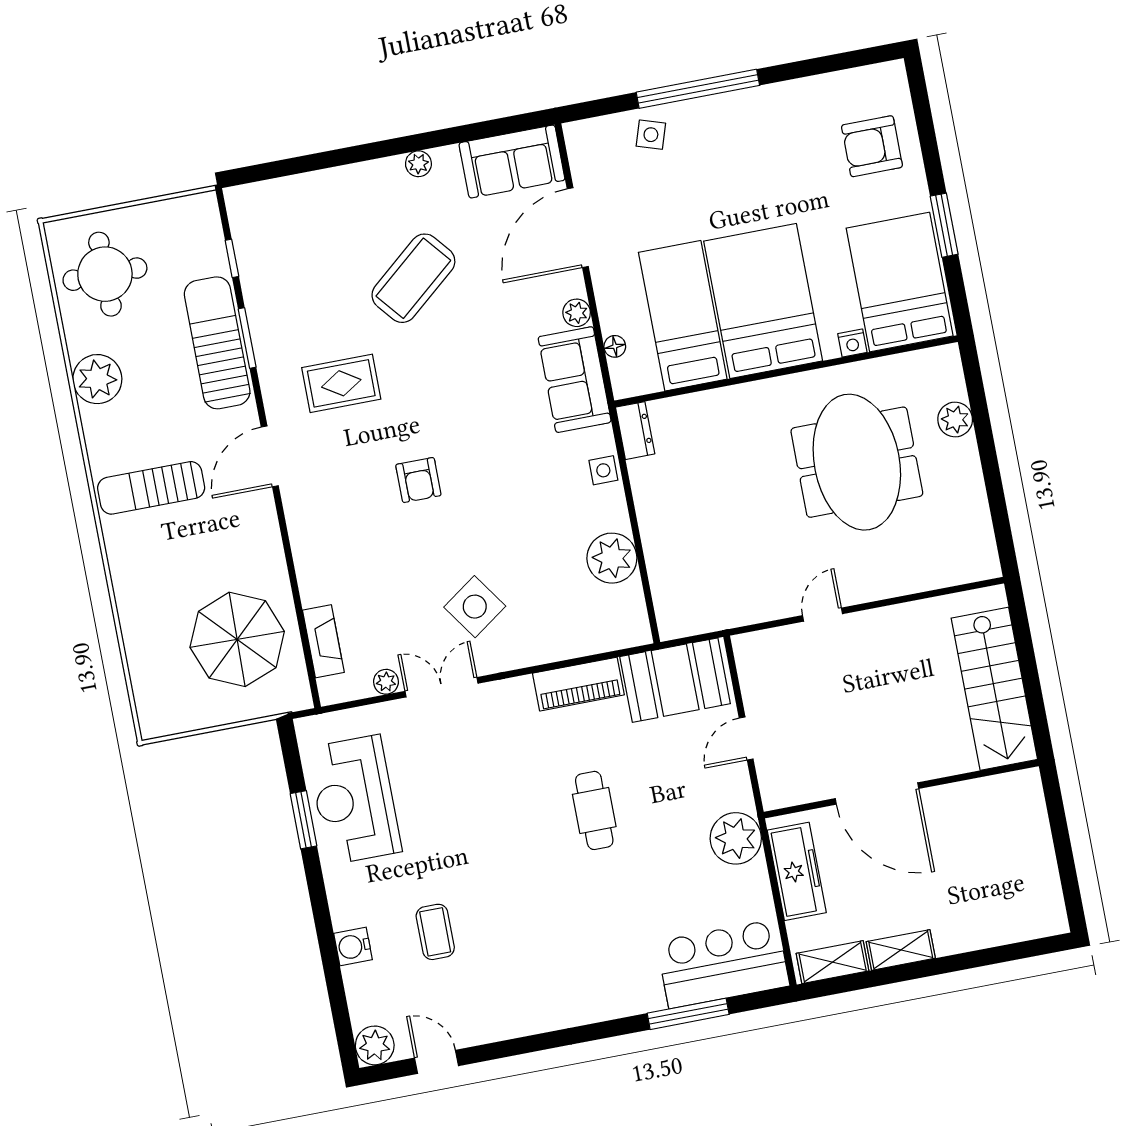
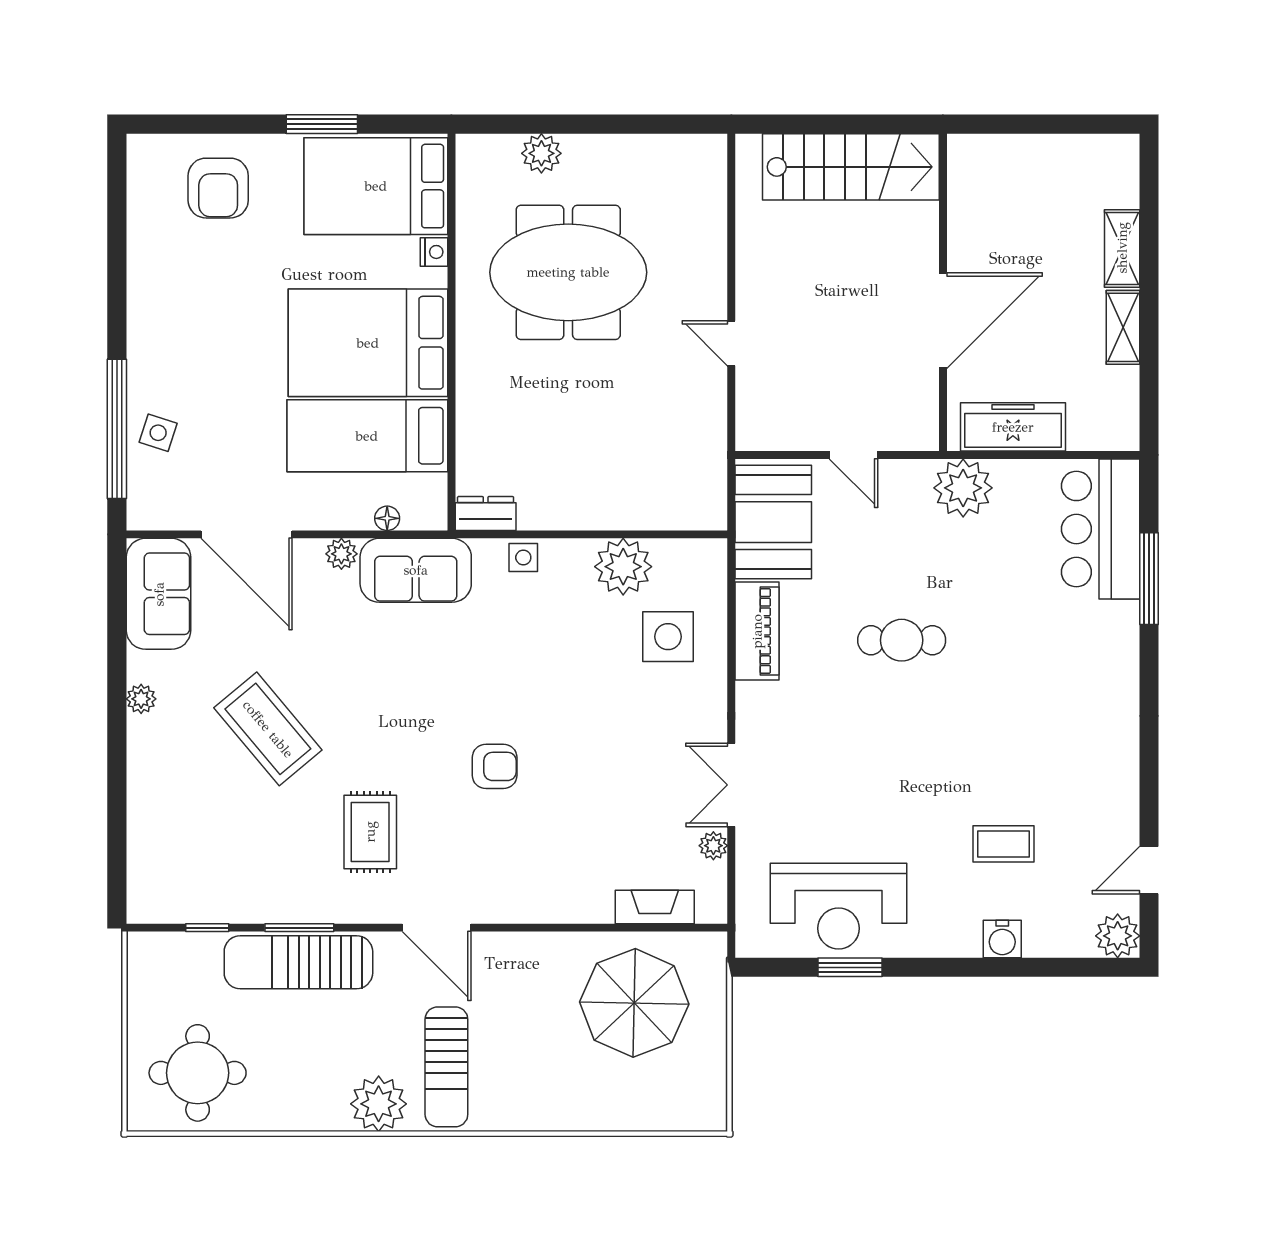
window: (698, 89) -> (117, 429), moved
plant: (97, 379) -> (379, 1104), moved
side table: (475, 607) -> (668, 637), moved, turned 35
shelving: (833, 962) -> (1122, 248), moved

